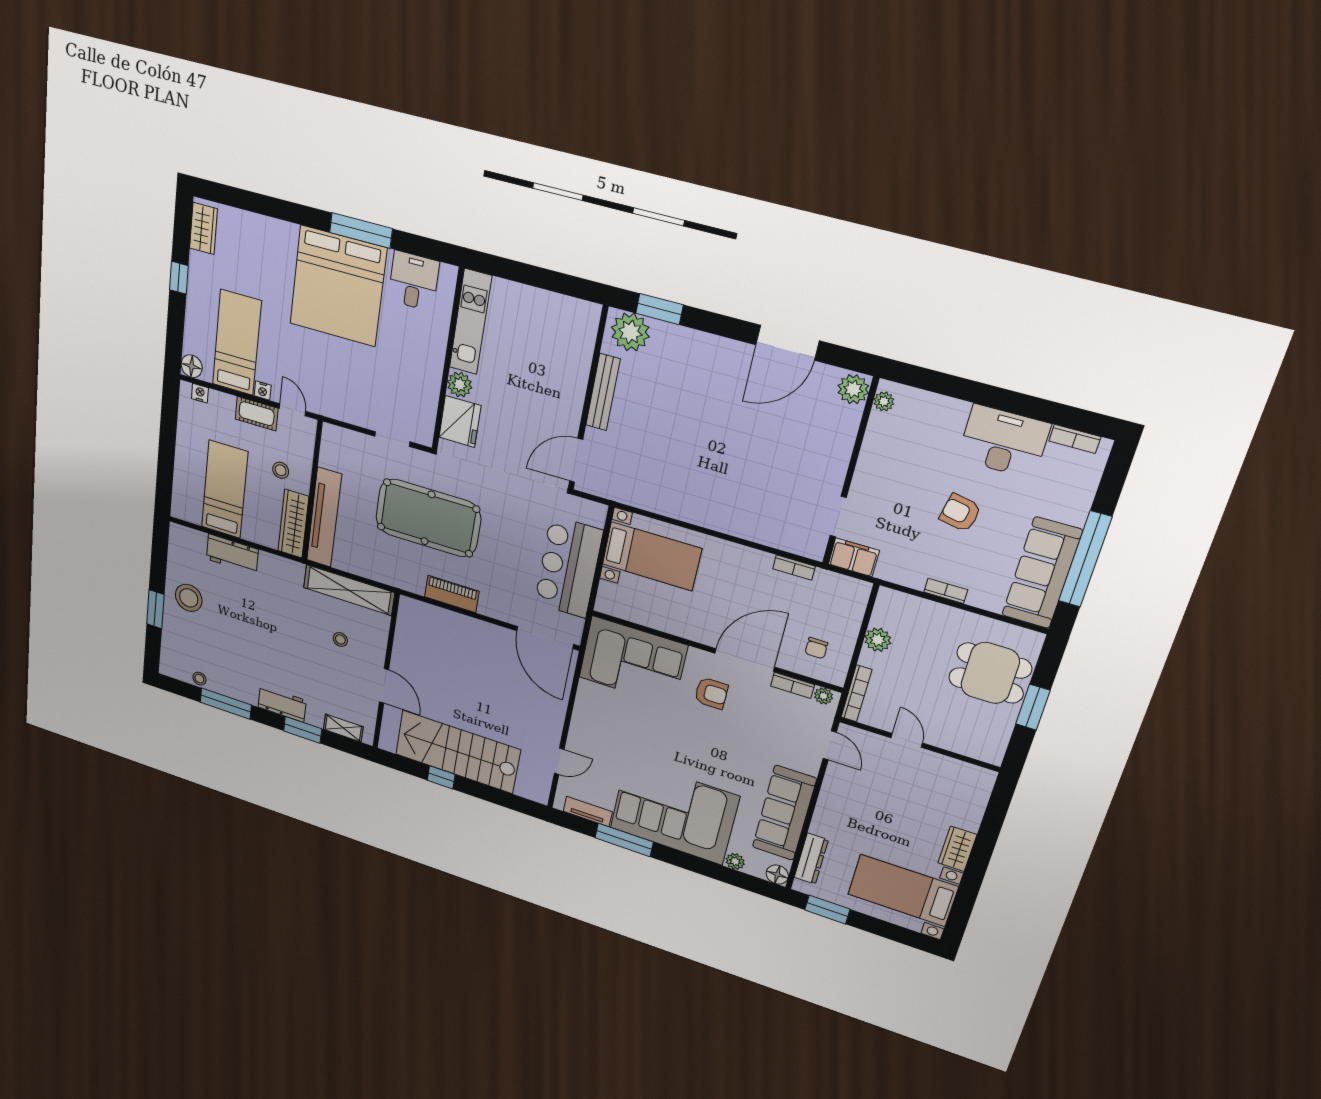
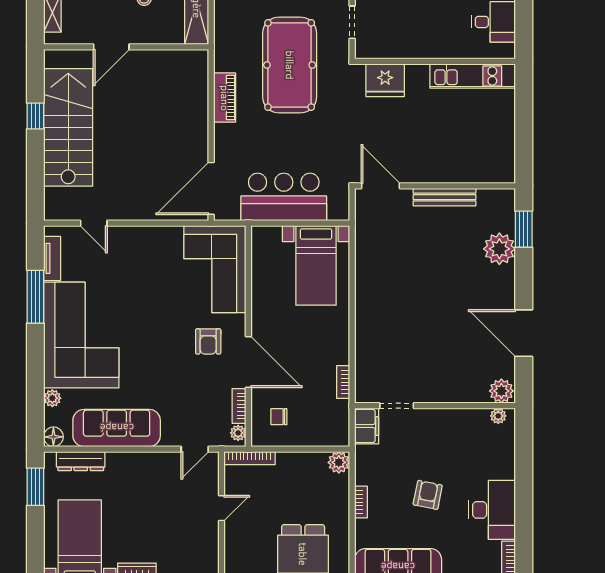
plant: (630, 332) -> (499, 249), moved
plant: (460, 385) -> (417, 75), removed
plant: (878, 640) -> (339, 462), moved

